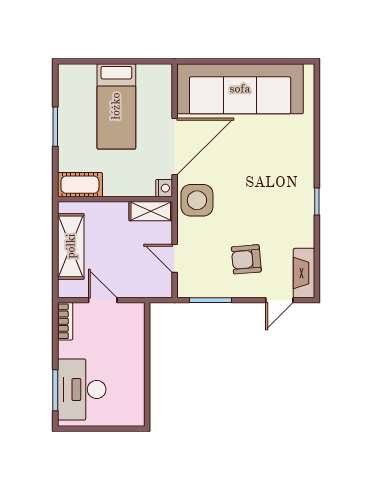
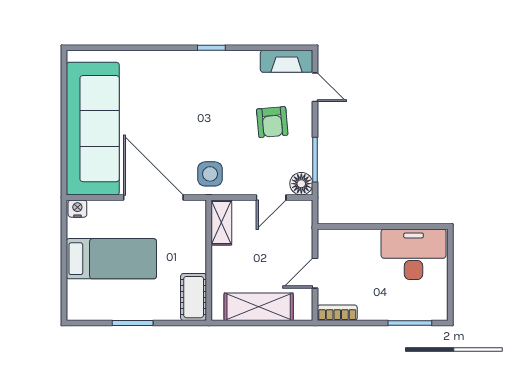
nightstand: (164, 188) -> (77, 209), moved
side table: (197, 200) -> (210, 174), width x0.73, depth x0.73
floor lamp: (188, 287) -> (301, 184), added
desk: (82, 389) -> (414, 254), moved, turned 180

